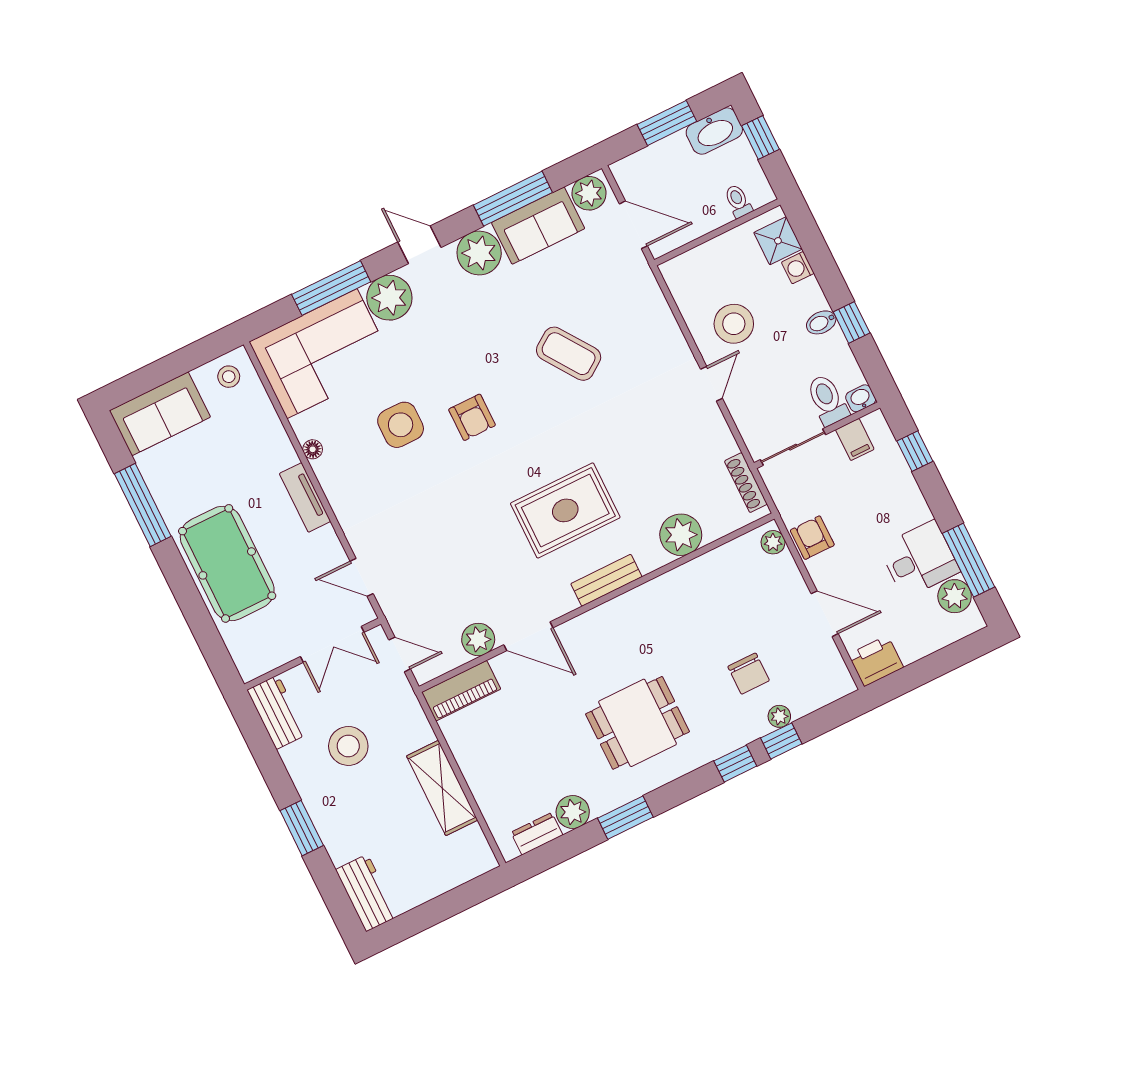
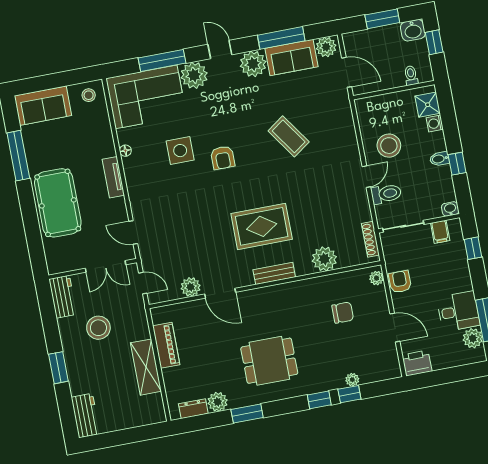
washbasin: (714, 131) -> (413, 30), width x0.72
toilet: (827, 400) -> (386, 194), moved, turned 90
chair: (749, 674) -> (343, 313), moved, turned -90
piano: (461, 691) -> (166, 345), moved, turned -90

